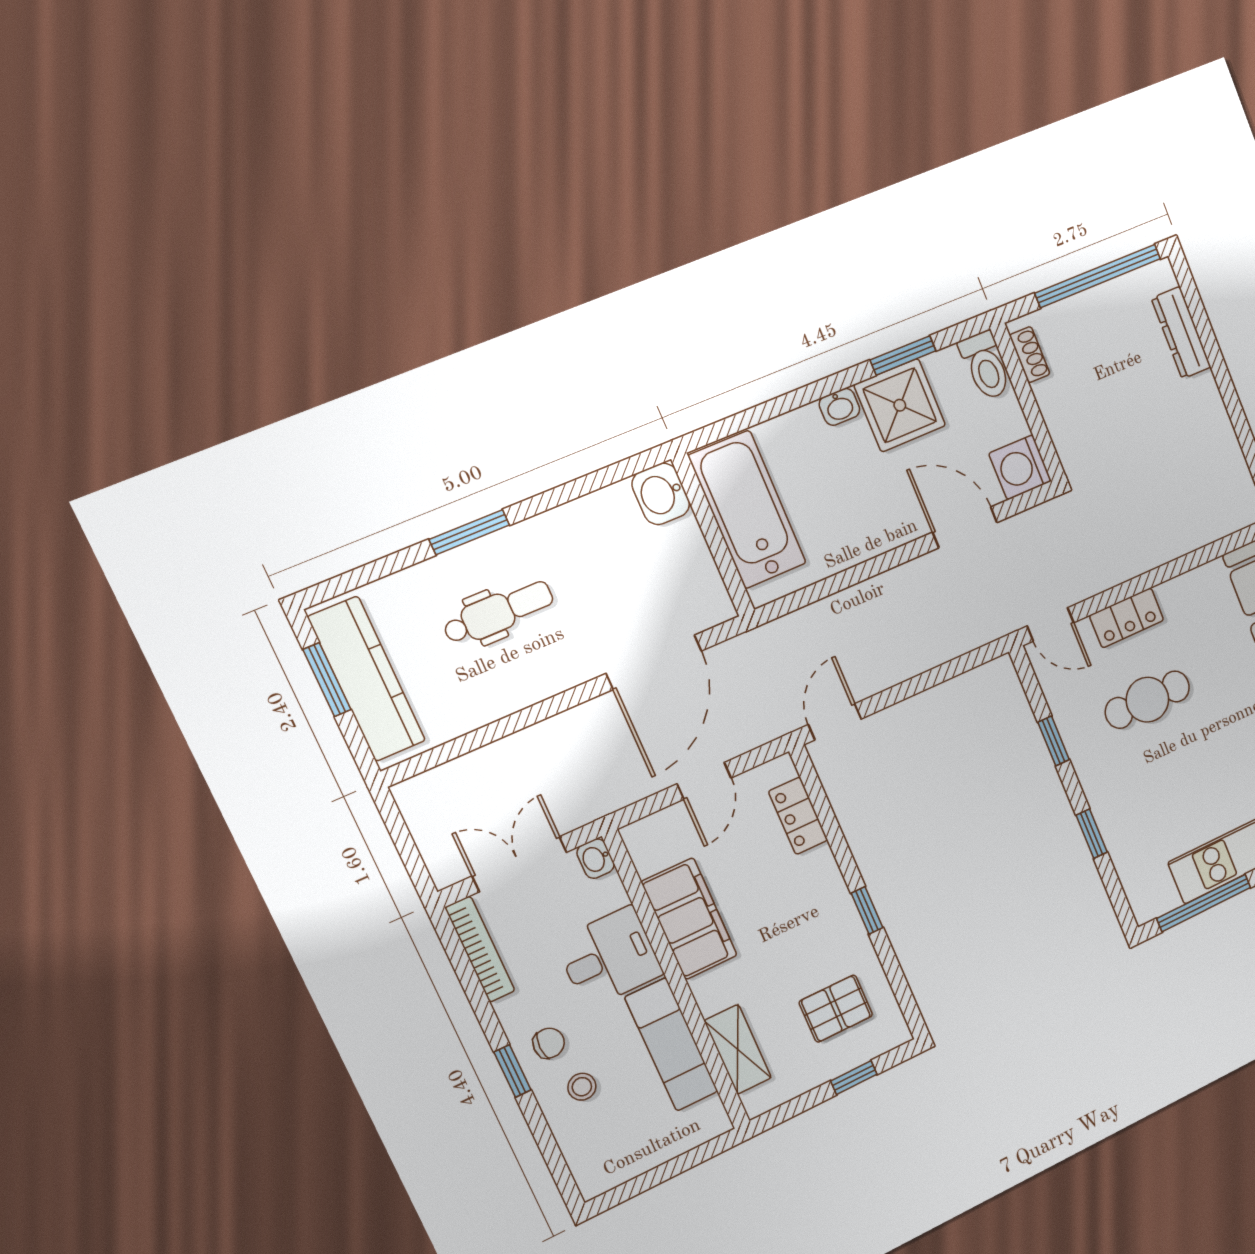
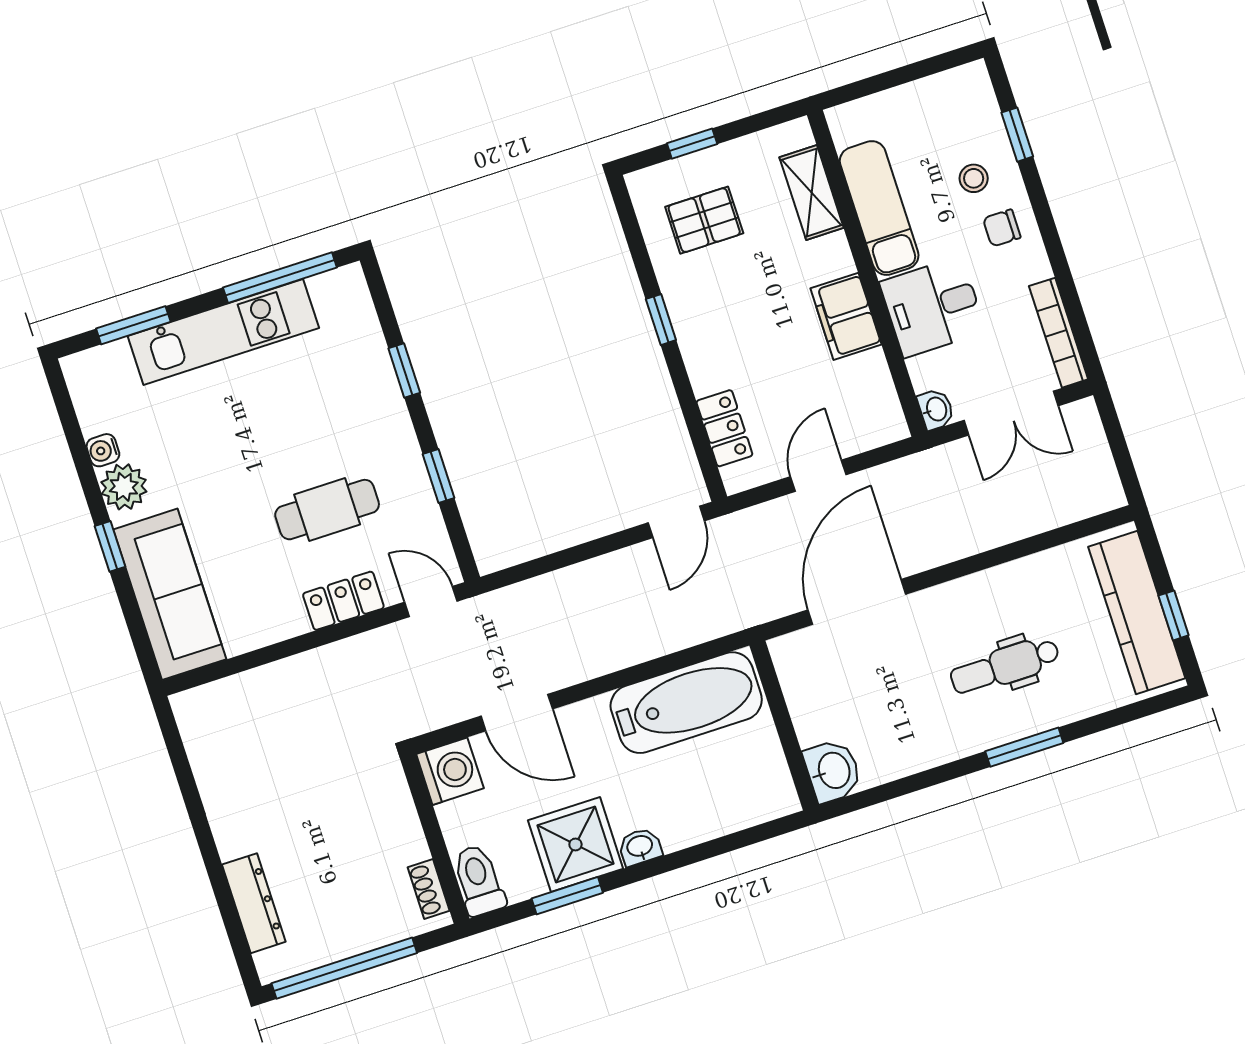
bathtub: (747, 510) -> (686, 703), moved, turned -90
window: (327, 680) -> (1174, 615), width x0.67
filing cabinet: (689, 919) -> (846, 316), width x0.67, depth x0.86
window: (512, 1071) -> (1017, 135), moved

